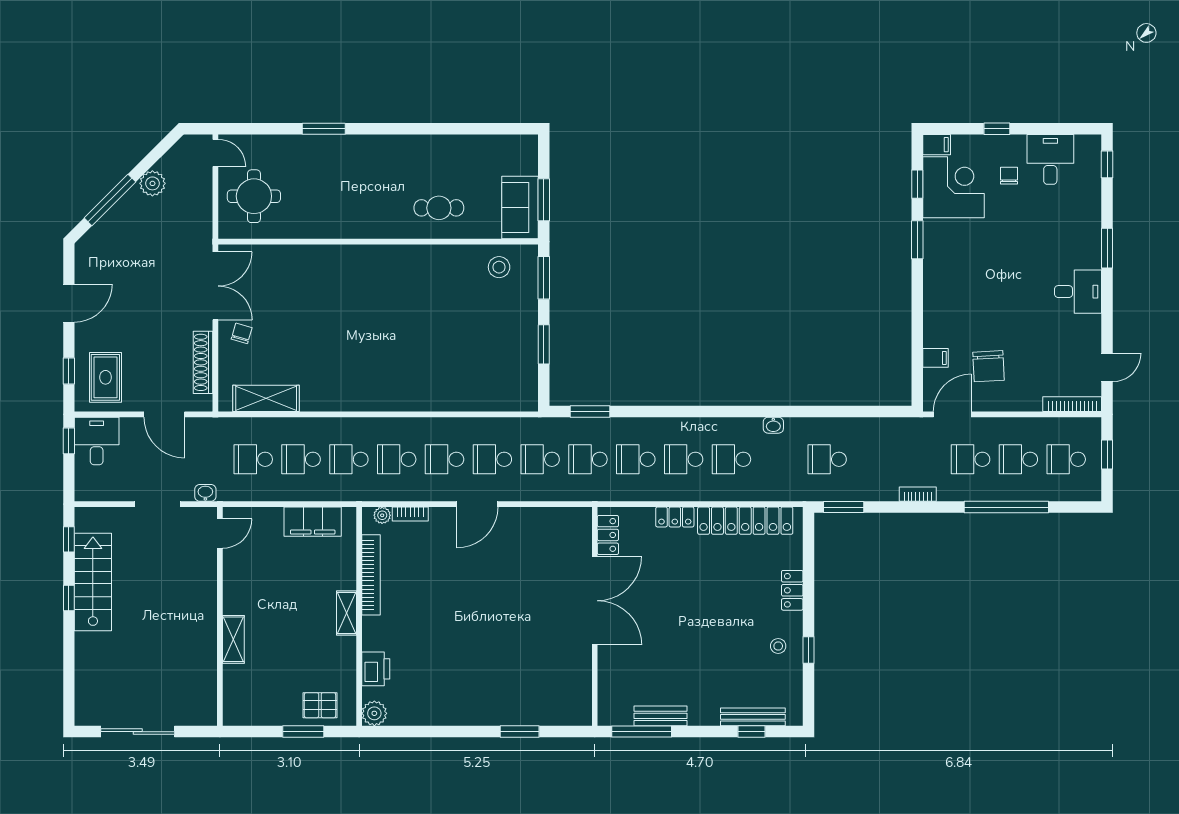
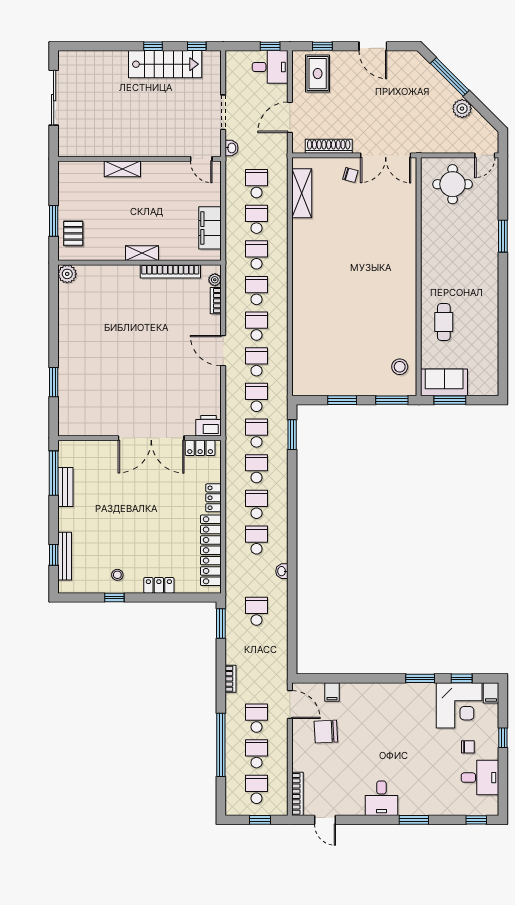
rug: (105, 377) -> (318, 74), turned 90
printer: (376, 669) -> (208, 426), moved, turned 180

